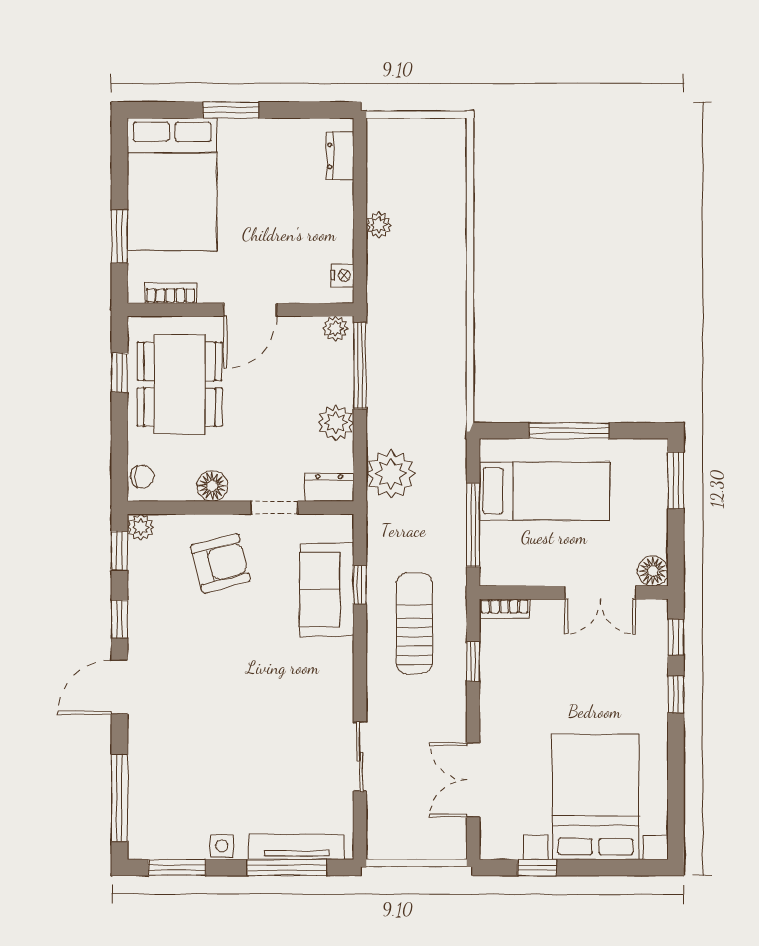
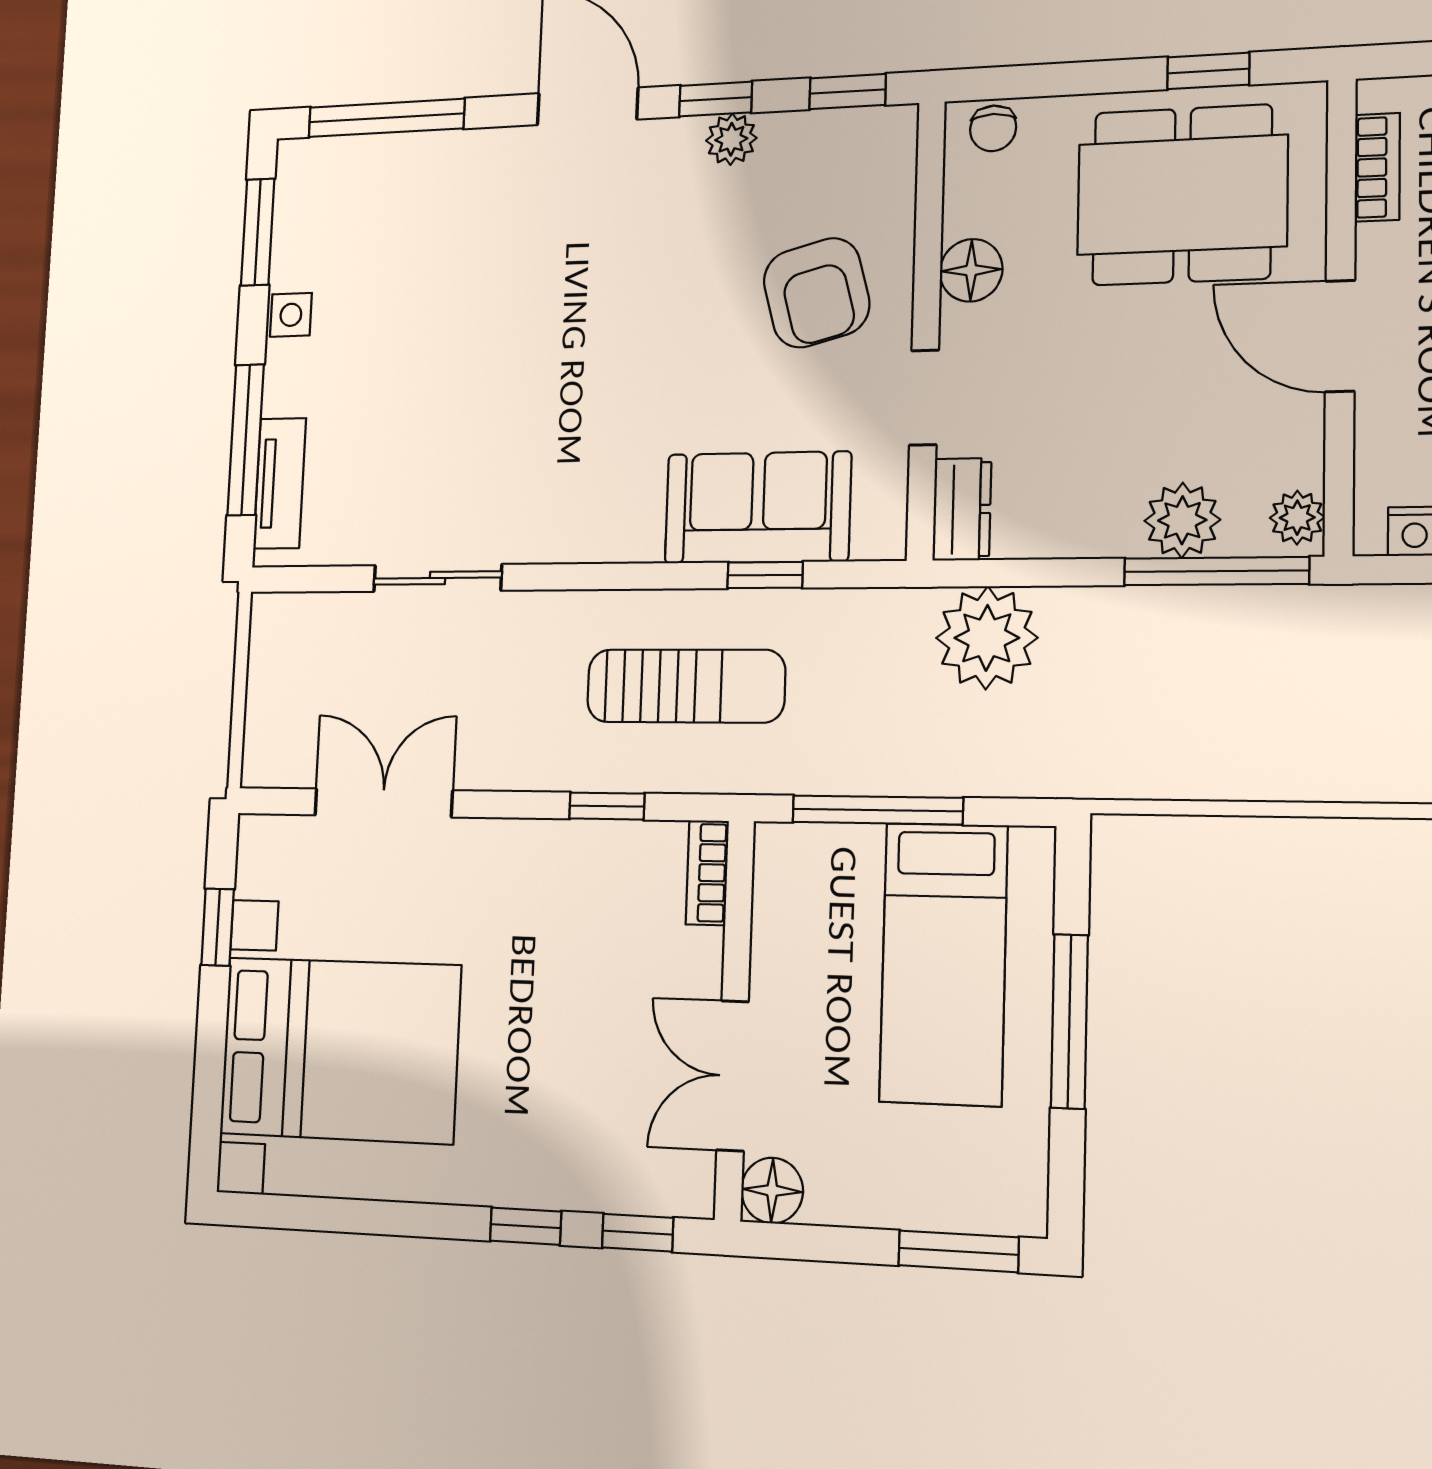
plant: (336, 423) -> (1182, 520), moved
plant: (141, 527) -> (731, 139), moved
tv unit: (296, 847) -> (280, 483), width x0.71

